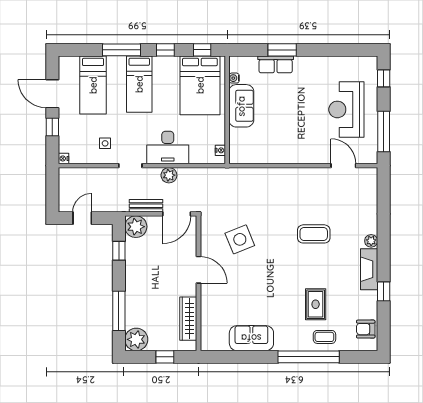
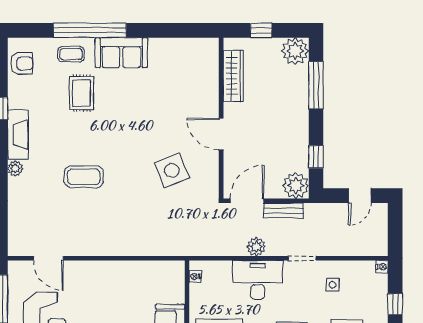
sofa: (251, 338) -> (121, 53), moved

